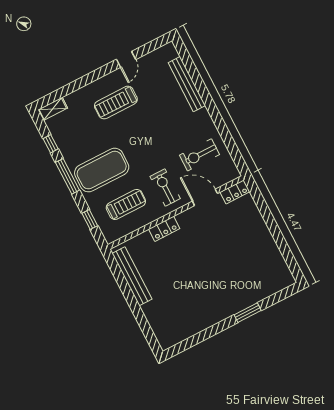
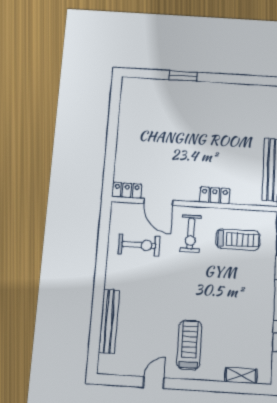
treadmill: (116, 103) -> (189, 345), turned -90
shelving: (53, 109) -> (241, 376), moved
exercise mat: (102, 170) -> (242, 286), removed
treadmill: (126, 204) -> (238, 239), turned 180

